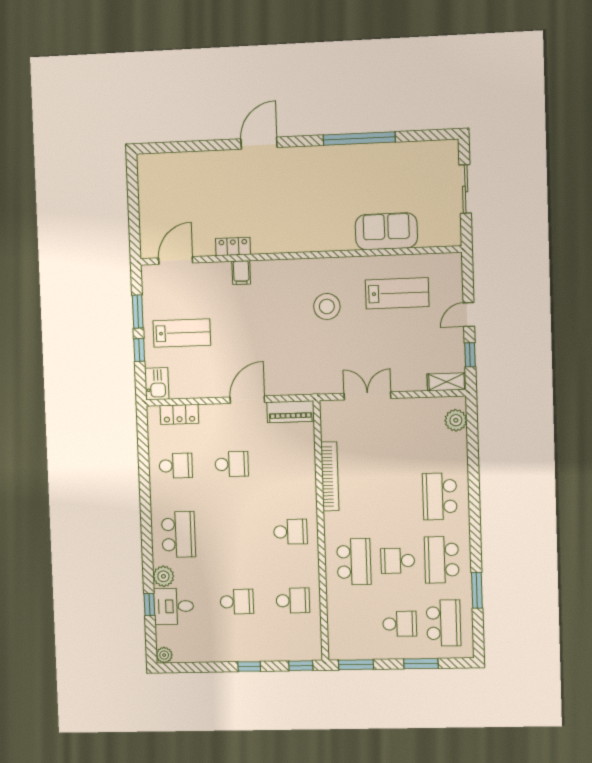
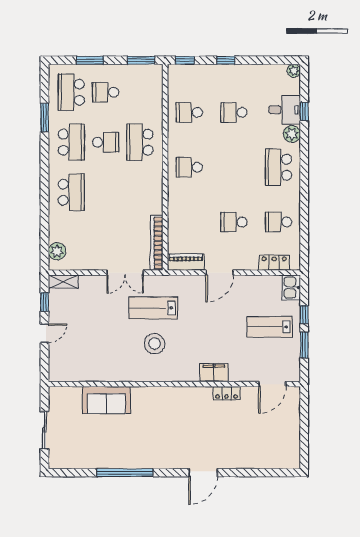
filing cabinet: (241, 273) -> (214, 373), width x2.00
lab bench: (397, 293) -> (153, 308), moved
bookcase: (330, 476) -> (157, 243), moved

